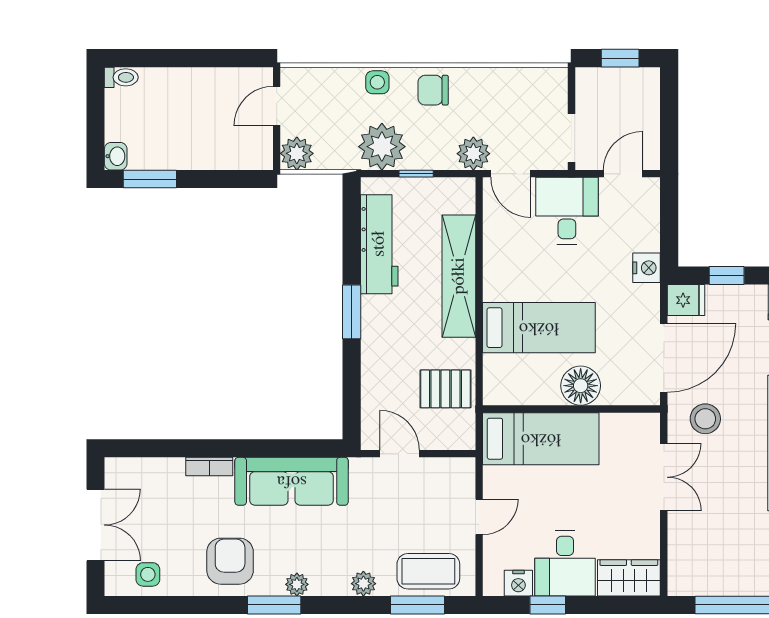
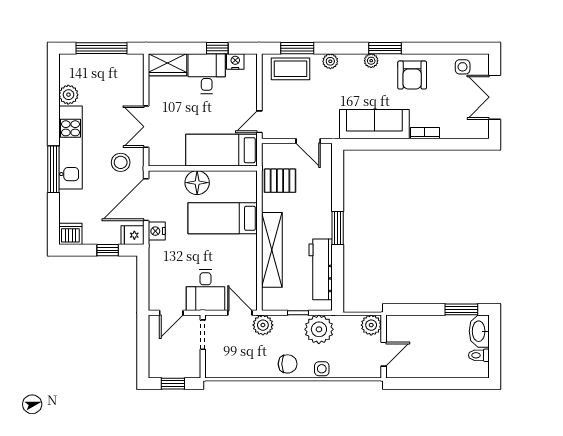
toilet: (121, 77) -> (479, 355), moved
washbasin: (116, 156) -> (479, 331), width x1.91, depth x1.45
nightstand: (647, 268) -> (157, 231), moved
door: (479, 517) -> (259, 122), moved

